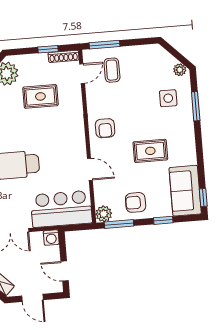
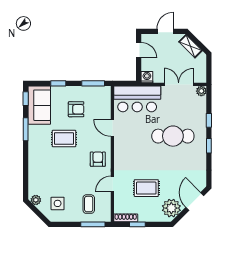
door: (82, 74) -> (112, 184), moved
side table: (168, 98) -> (58, 203), moved
window: (196, 106) -> (26, 129), moved
armchair: (136, 202) -> (76, 109), moved
plant: (104, 214) -> (104, 92), removed
door: (33, 298) -> (165, 31), hinge flipped

